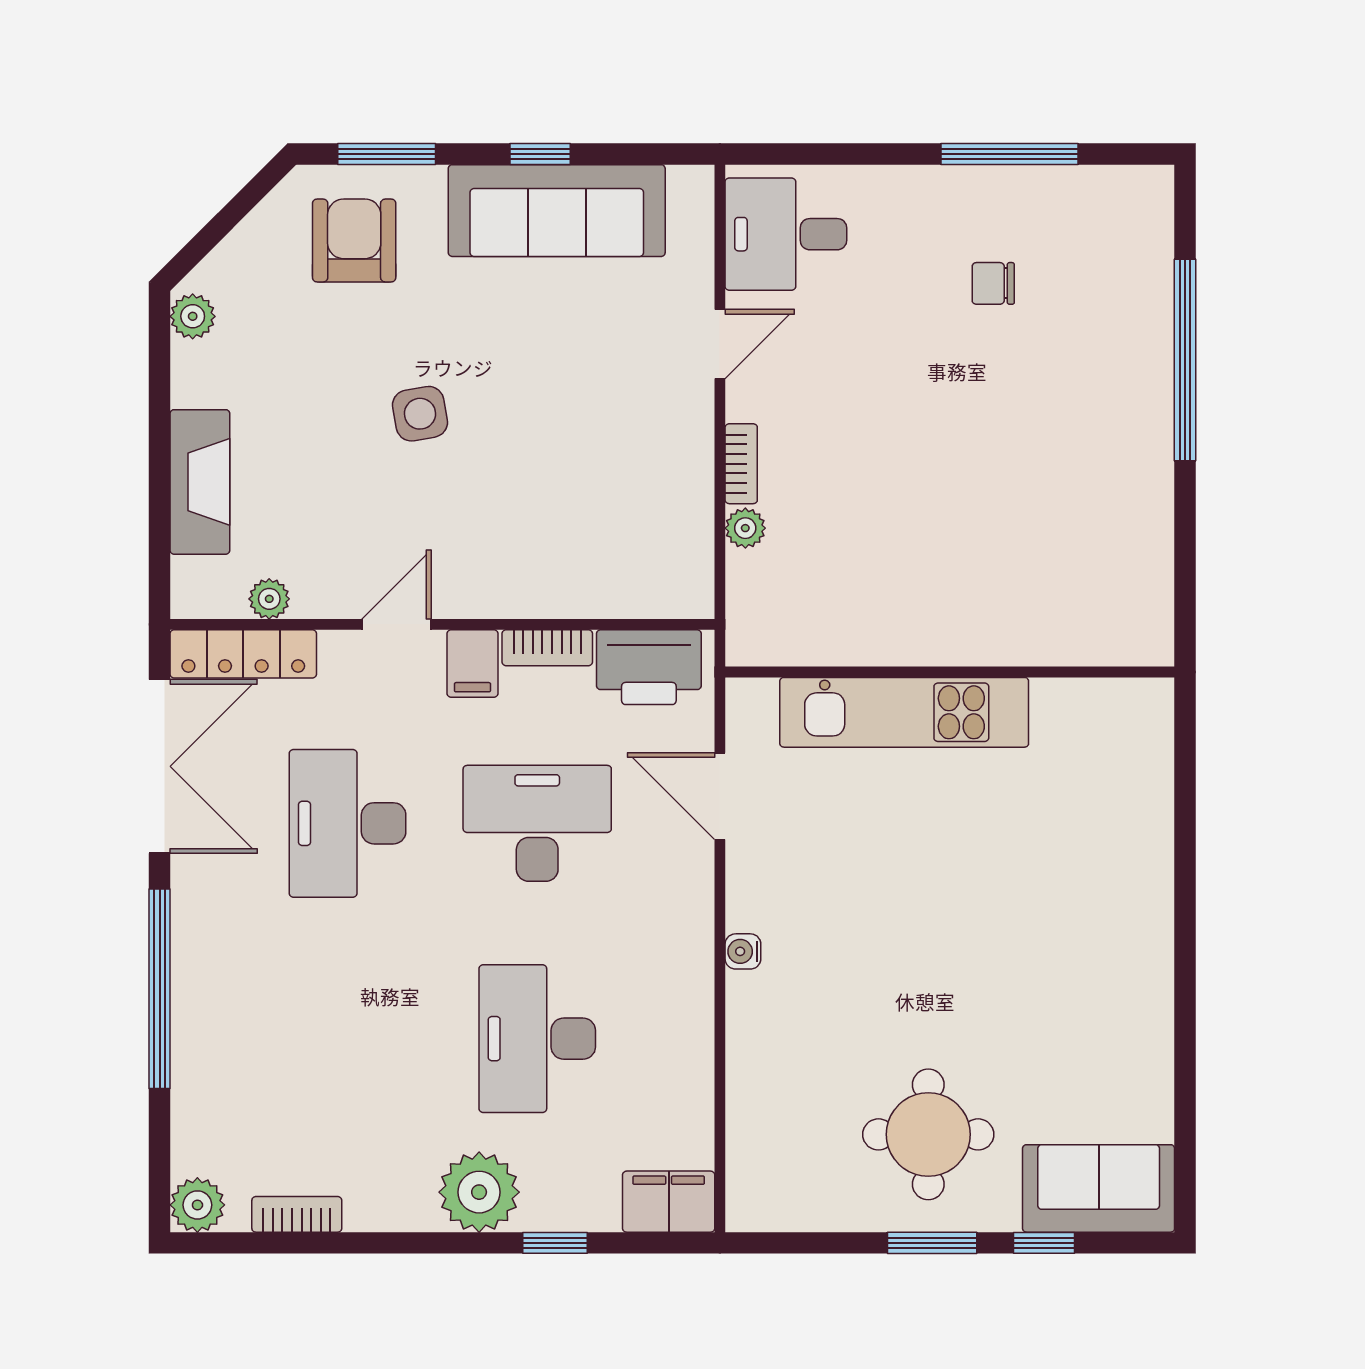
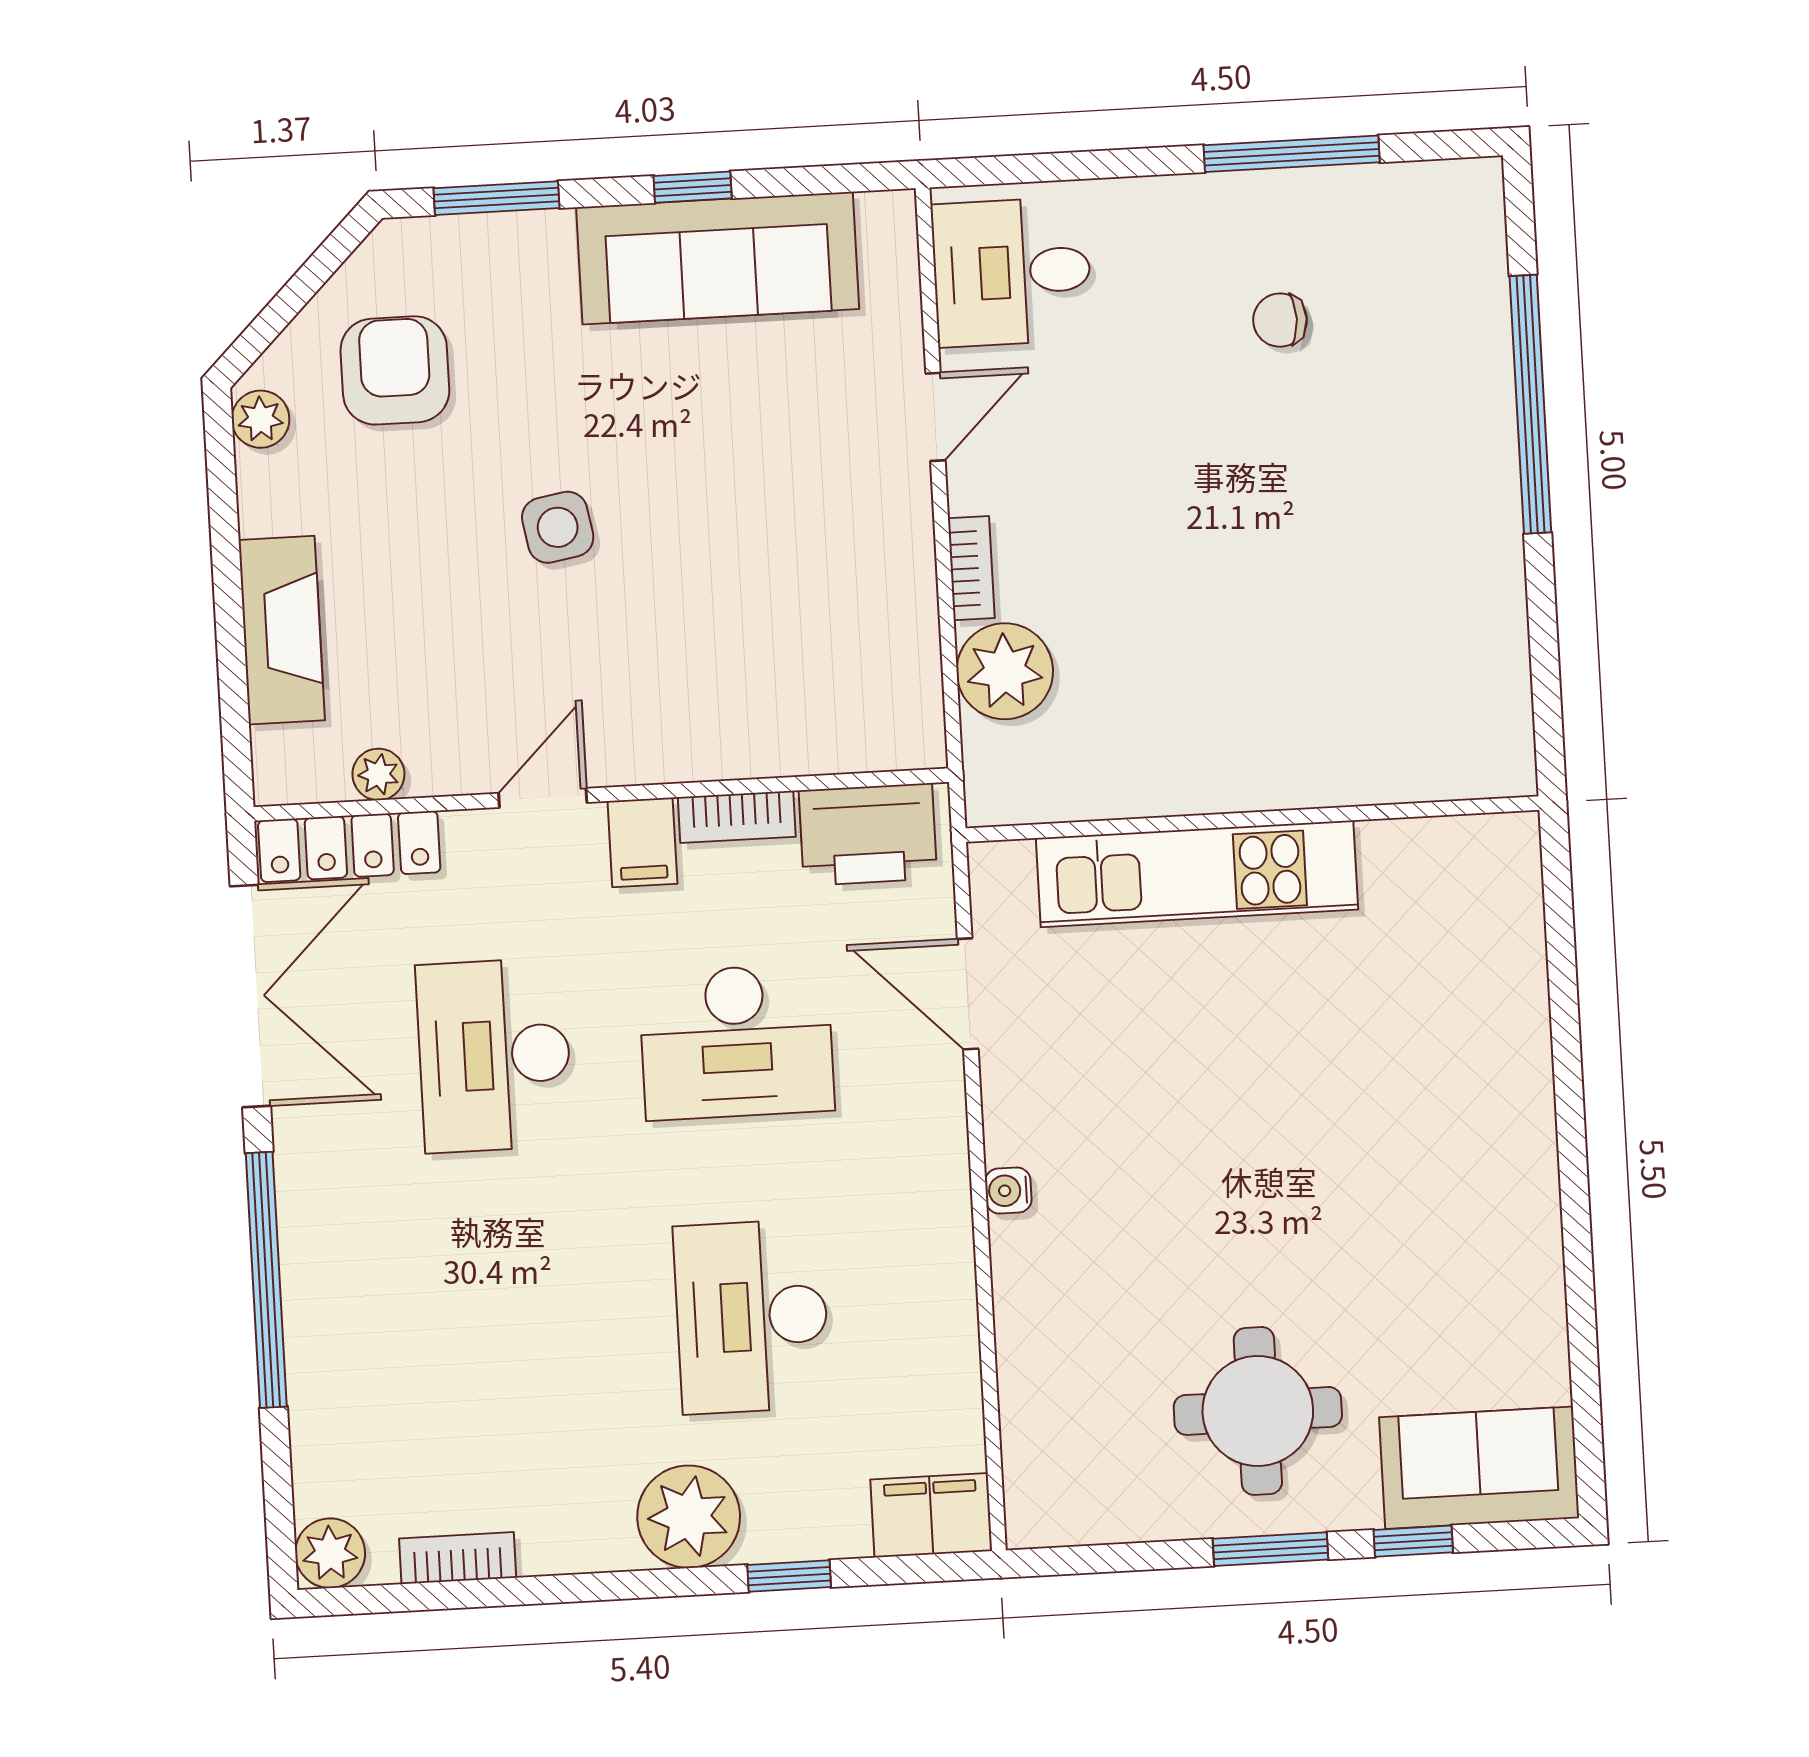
armchair: (354, 240) -> (395, 370), moved
plant: (745, 528) -> (1005, 671), width x1.88, depth x1.88
desk: (537, 823) -> (737, 1042), turned 180

